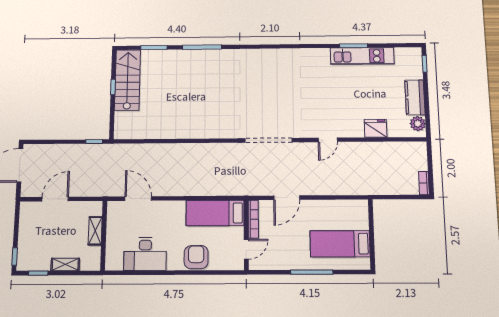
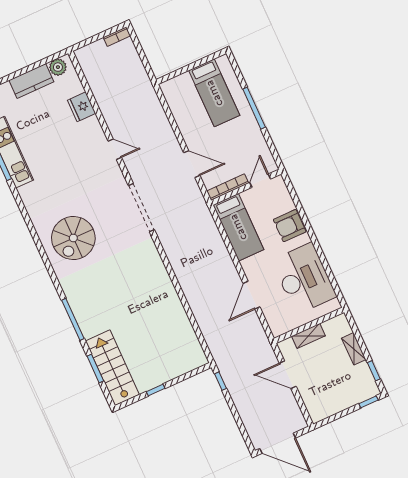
spiral stairs: (268, 75) -> (73, 238), added
stairs: (128, 80) -> (112, 368), moved, turned 90
door: (55, 199) -> (288, 375), moved
door: (138, 199) -> (252, 295), moved
door: (246, 249) -> (260, 181), hinge flipped
desk: (145, 254) -> (304, 278), width x1.36, depth x1.30

